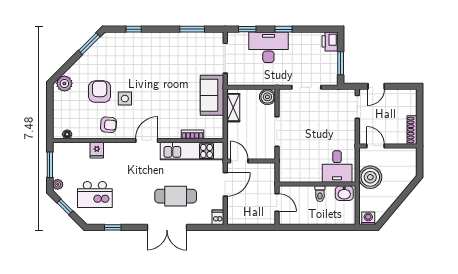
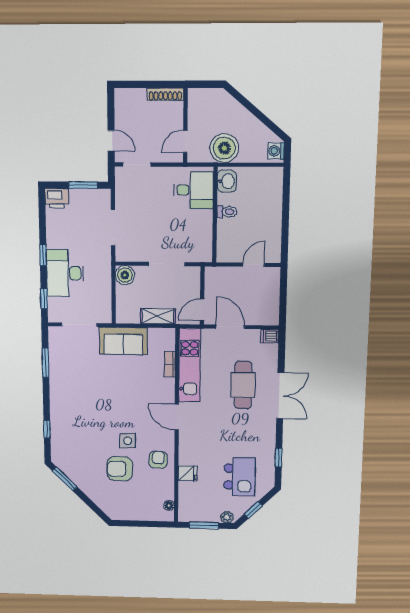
plant: (64, 83) -> (111, 507), removed
shelving: (233, 108) -> (158, 316), moved
desk: (337, 167) -> (194, 190), moved
wall: (317, 184) -> (215, 215), moved
washbasin: (344, 193) -> (227, 181), moved
toilet: (320, 194) -> (227, 212), moved

